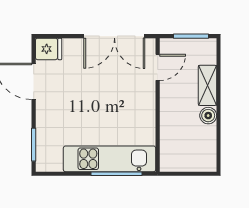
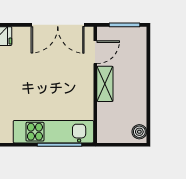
shelving: (207, 85) -> (105, 84), moved
boiler: (208, 116) -> (139, 132), moved

